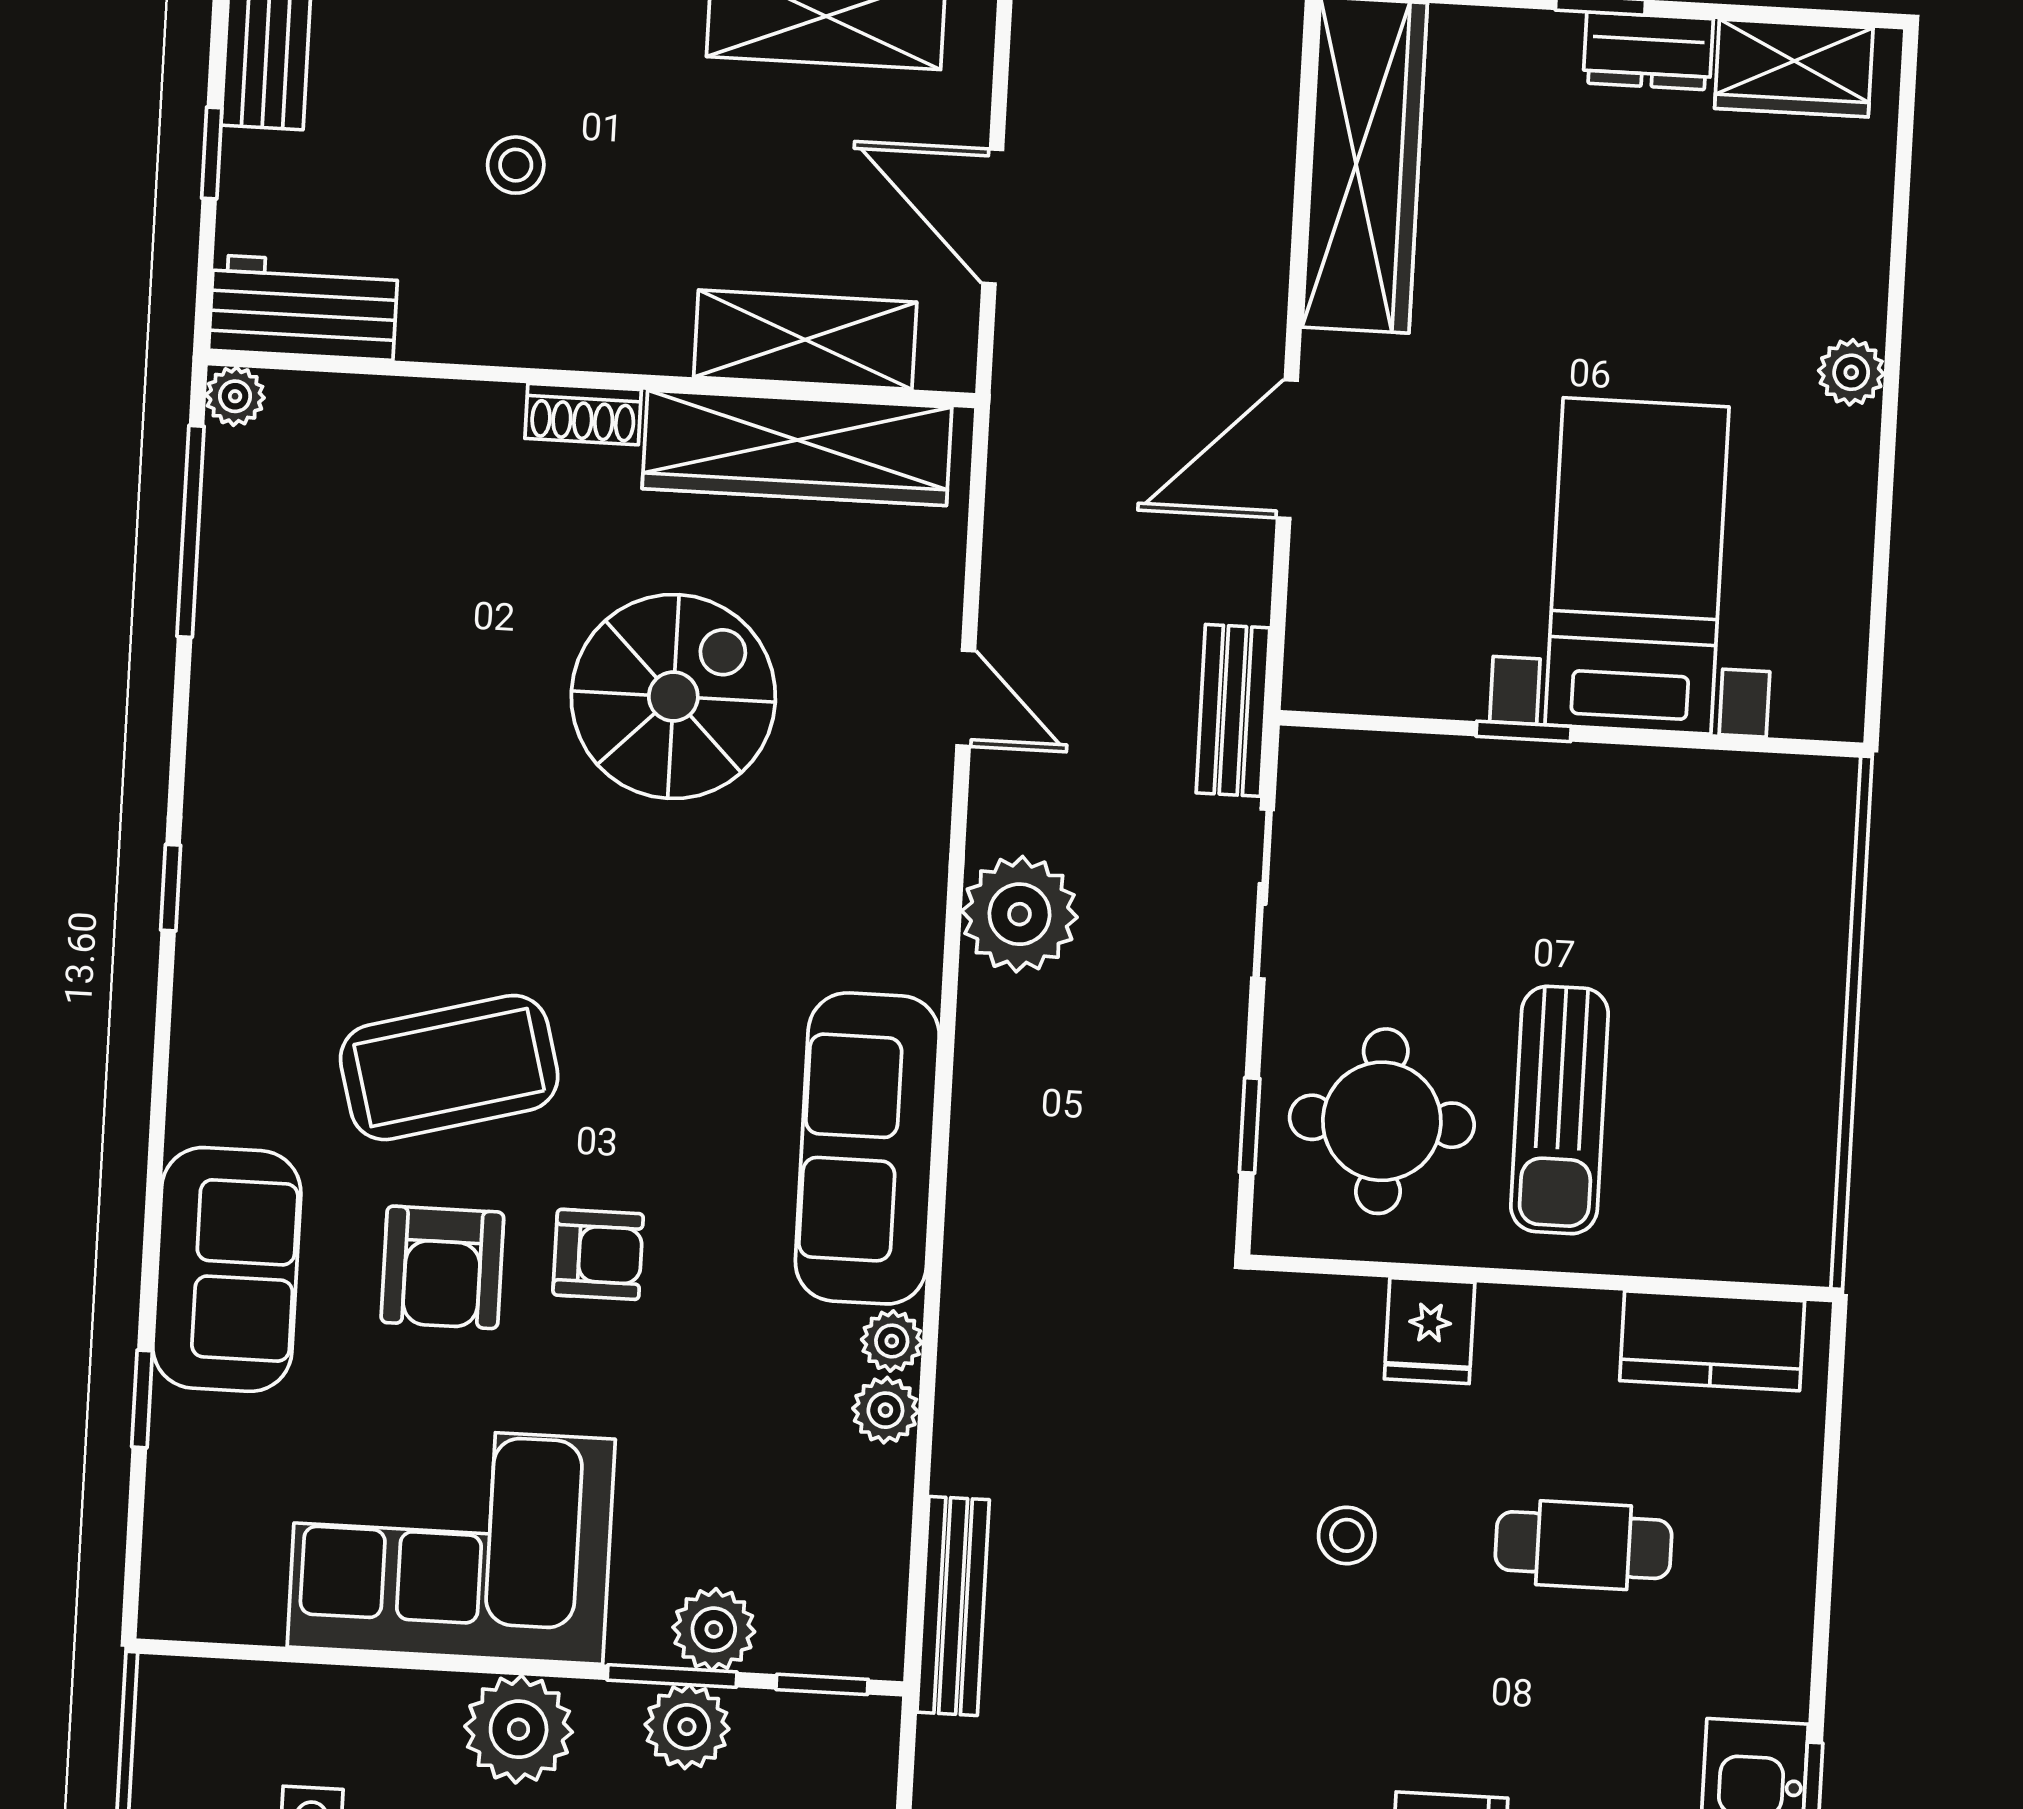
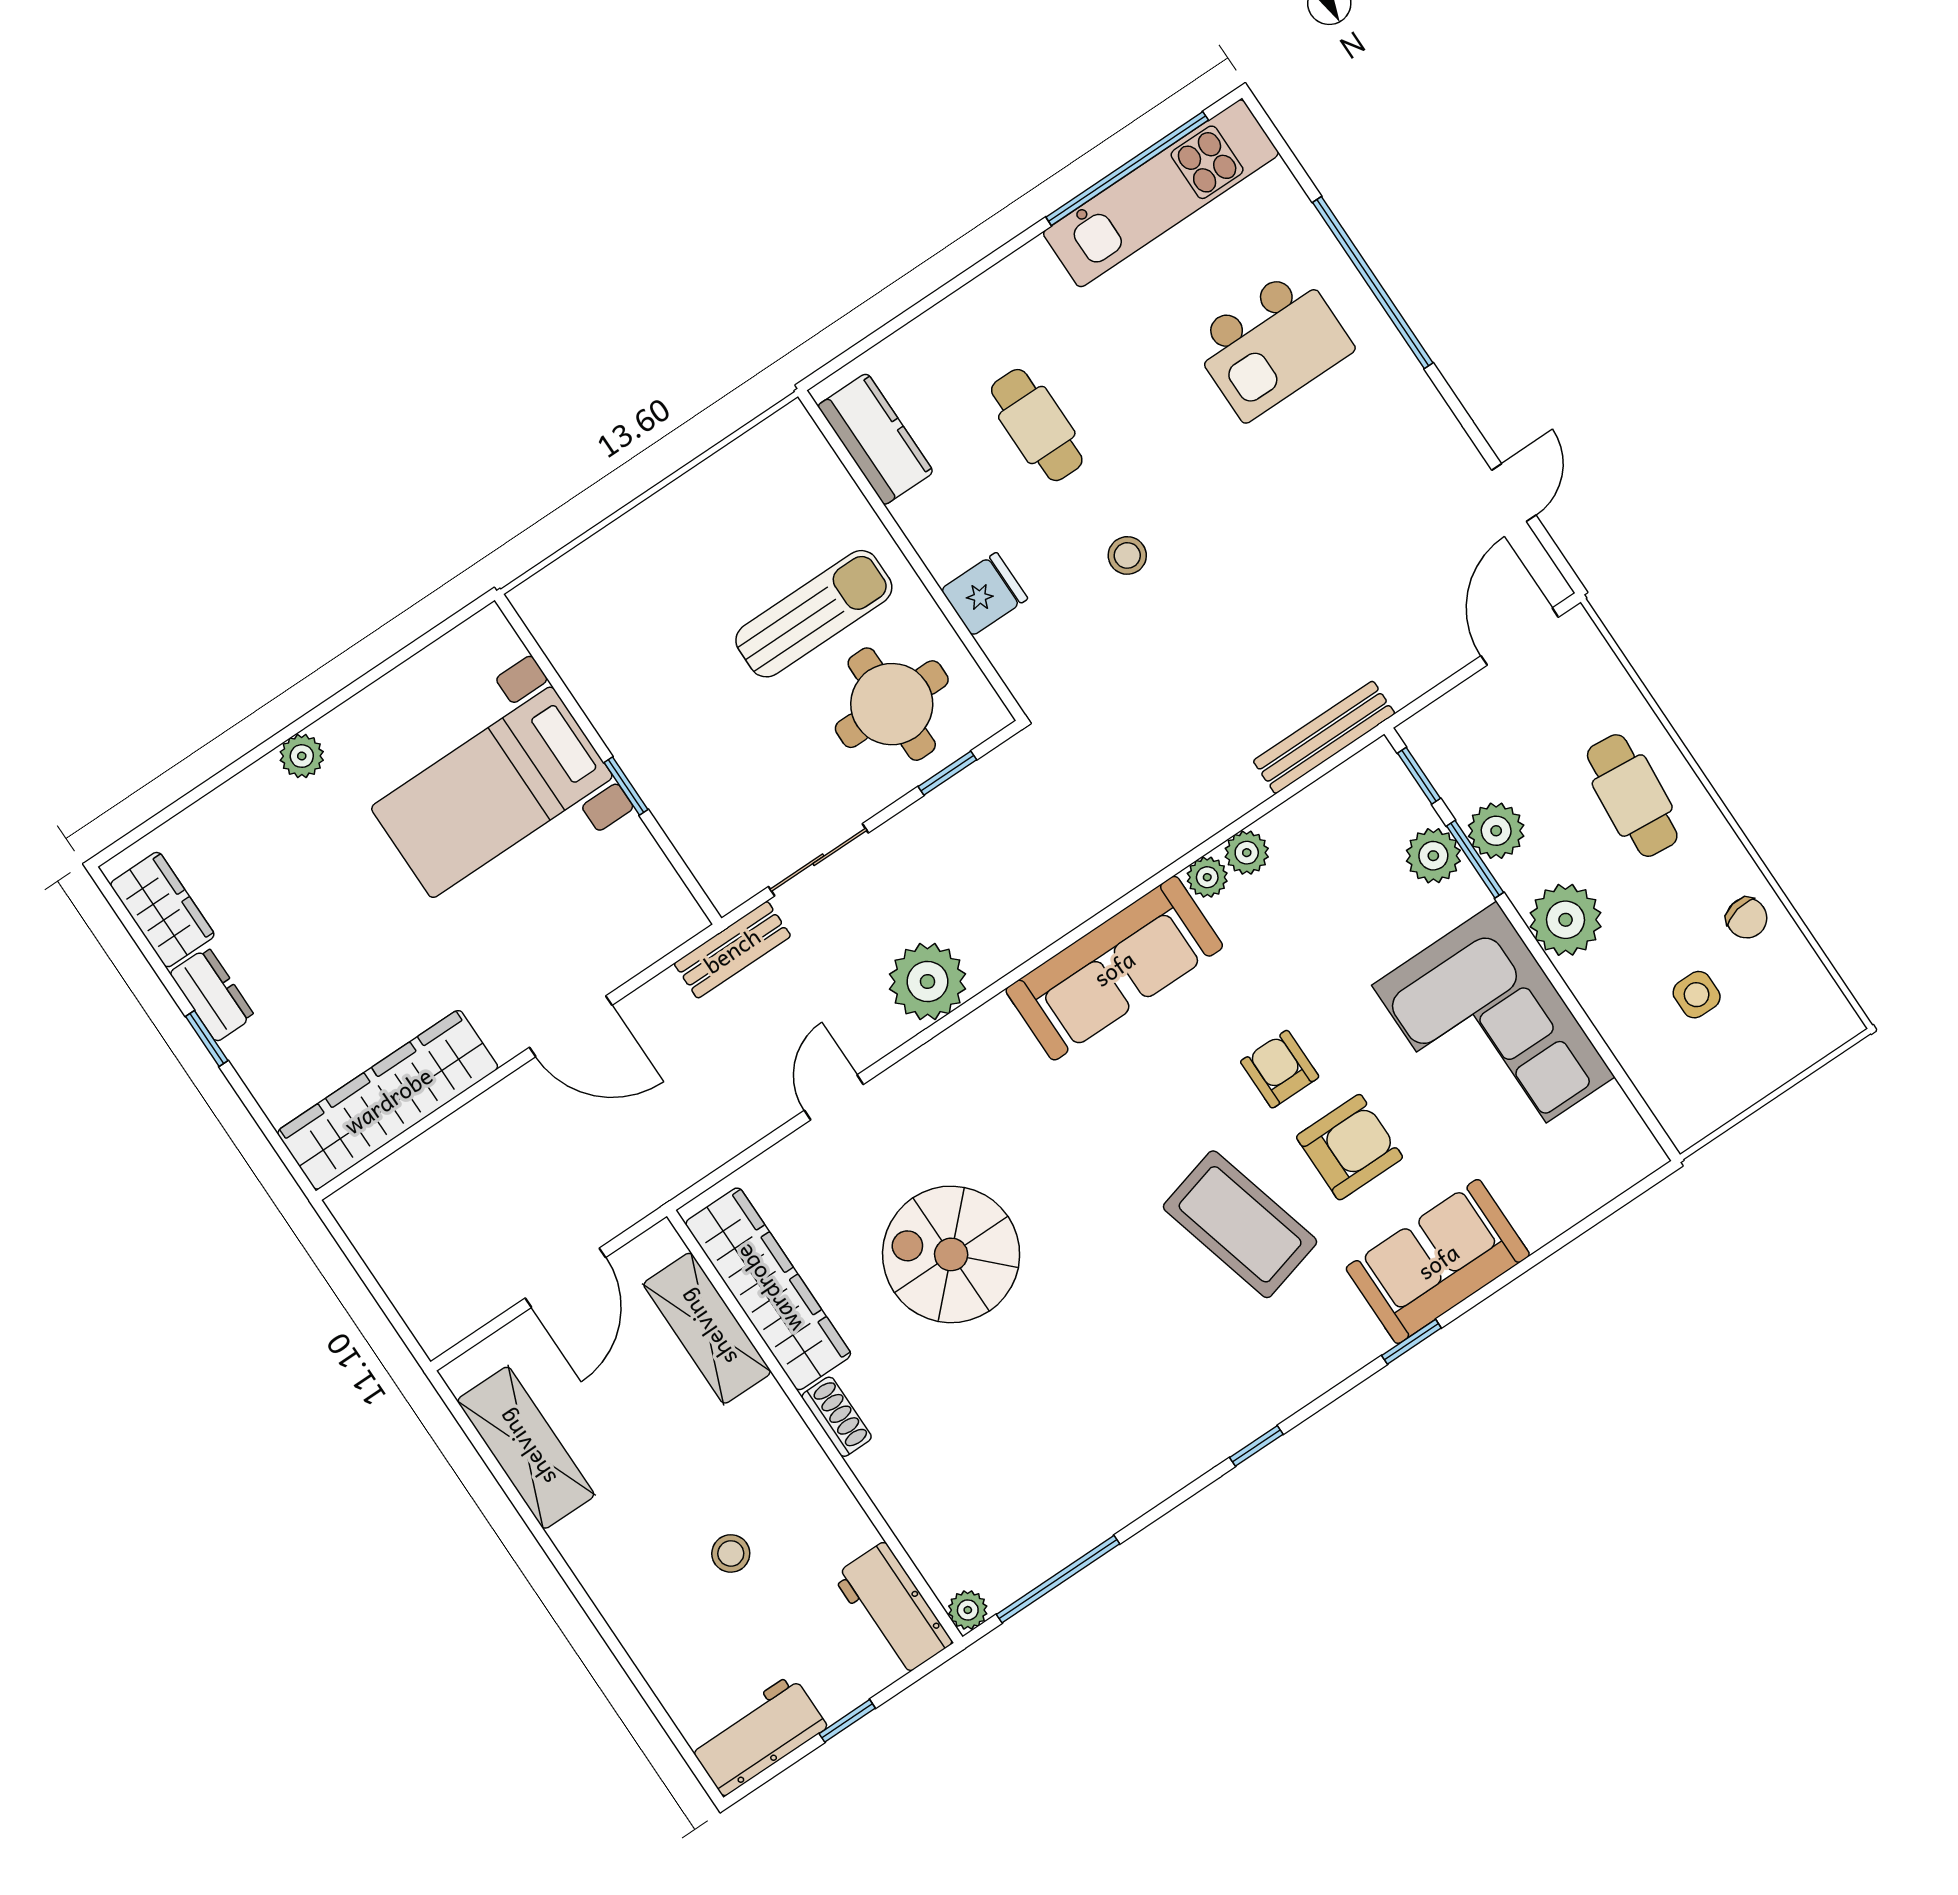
window: (142, 1399) -> (1411, 1342), moved

